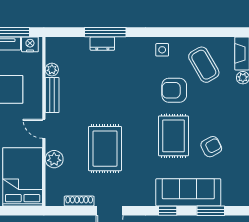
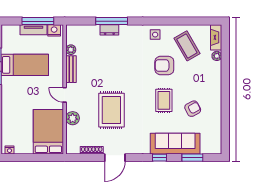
rug: (174, 136) -> (164, 100), width x0.73, depth x0.70

